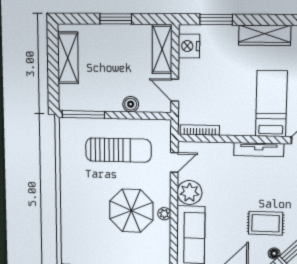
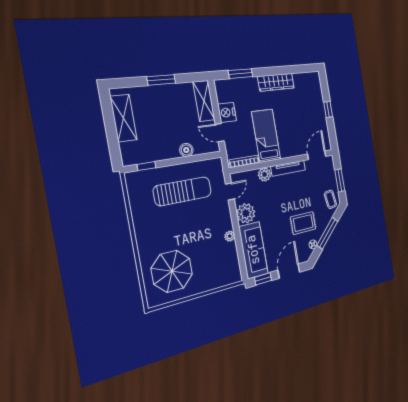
nightstand: (189, 46) -> (227, 112), moved
bed: (271, 104) -> (266, 136), moved
window: (83, 114) -> (146, 166), width x0.46
plant: (224, 151) -> (265, 174), added
parasol: (131, 211) -> (172, 271), moved

